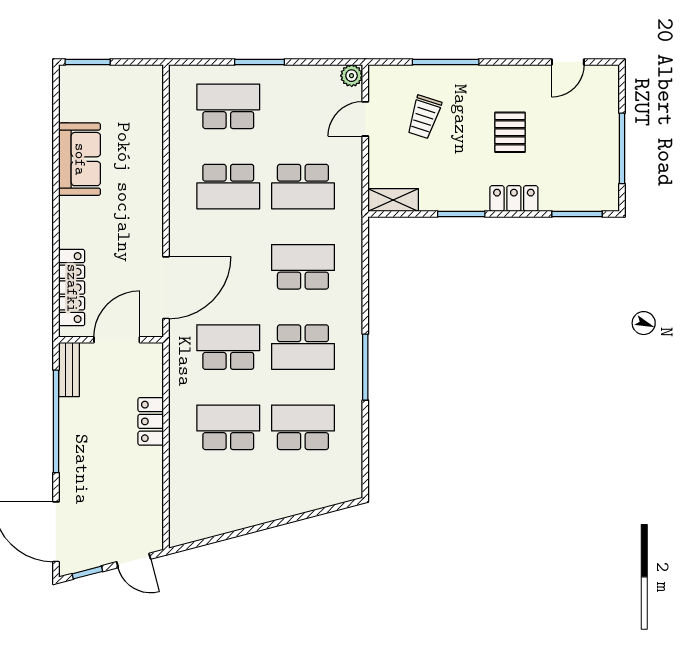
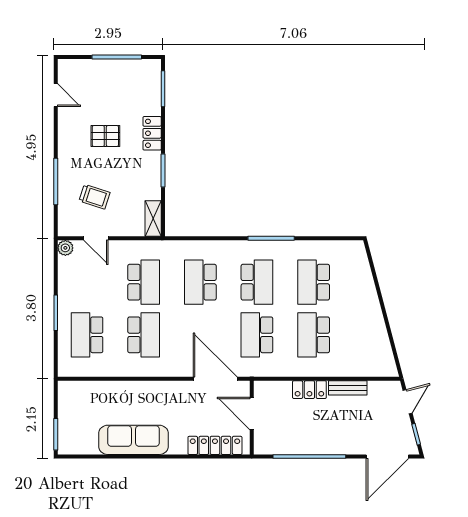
sofa: (80, 159) -> (134, 440), width x1.36
bench: (69, 369) -> (348, 388), moved

